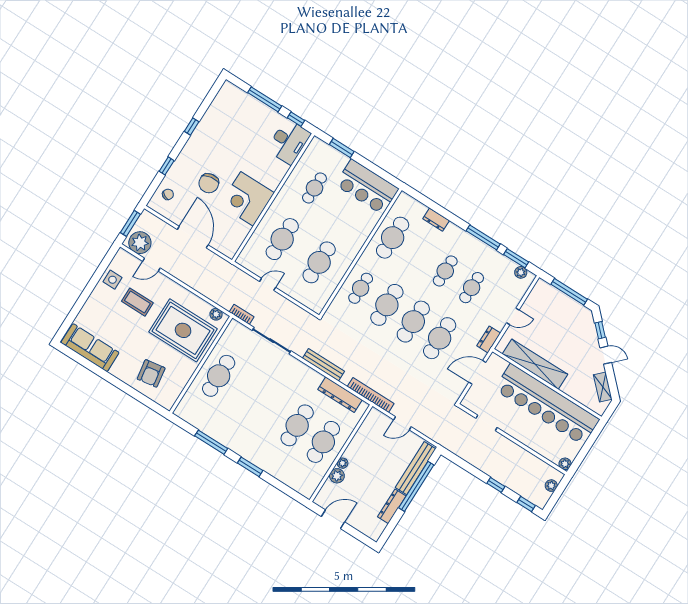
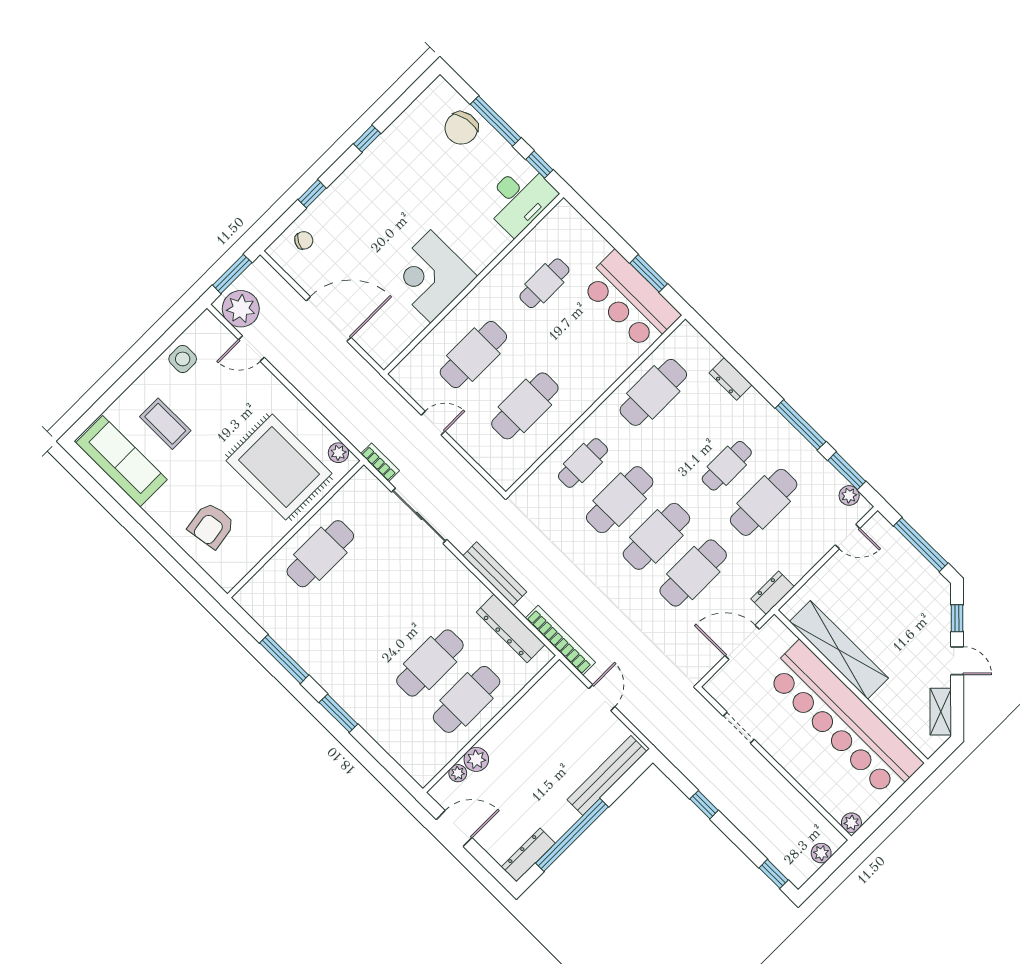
window: (342, 148) -> (649, 273), moved
chair: (209, 183) -> (461, 128), moved
door: (193, 237) -> (329, 319), hinge flipped
cafe table: (472, 288) -> (764, 502), width x1.37, depth x1.35
coffee table: (137, 302) -> (165, 424), moved
door: (513, 316) -> (848, 537), moved
door: (402, 423) -> (602, 698), swing flipped
plant: (343, 463) -> (458, 773), moved
window: (496, 485) -> (704, 805), moved
window: (416, 486) -> (572, 835), moved
dresser: (392, 506) -> (528, 855), moved

